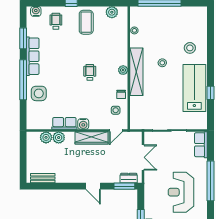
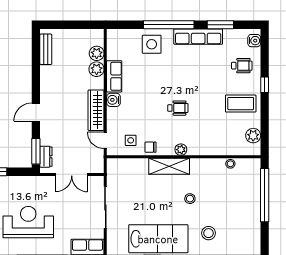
shelving: (136, 72) -> (169, 166), width x0.68

